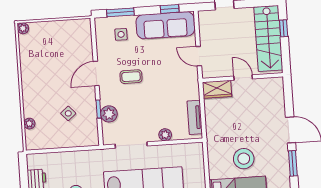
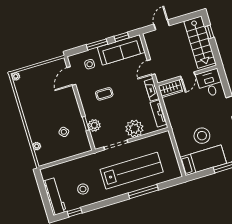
window: (120, 12) -> (97, 44), moved
door: (199, 56) -> (151, 67), hinge flipped
door: (96, 73) -> (71, 76), moved
door: (243, 78) -> (188, 75), swing flipped
fireplace: (193, 85) -> (152, 90), added
desk: (269, 94) -> (210, 83), added
plant: (165, 135) -> (134, 129), width x1.88, depth x1.88

